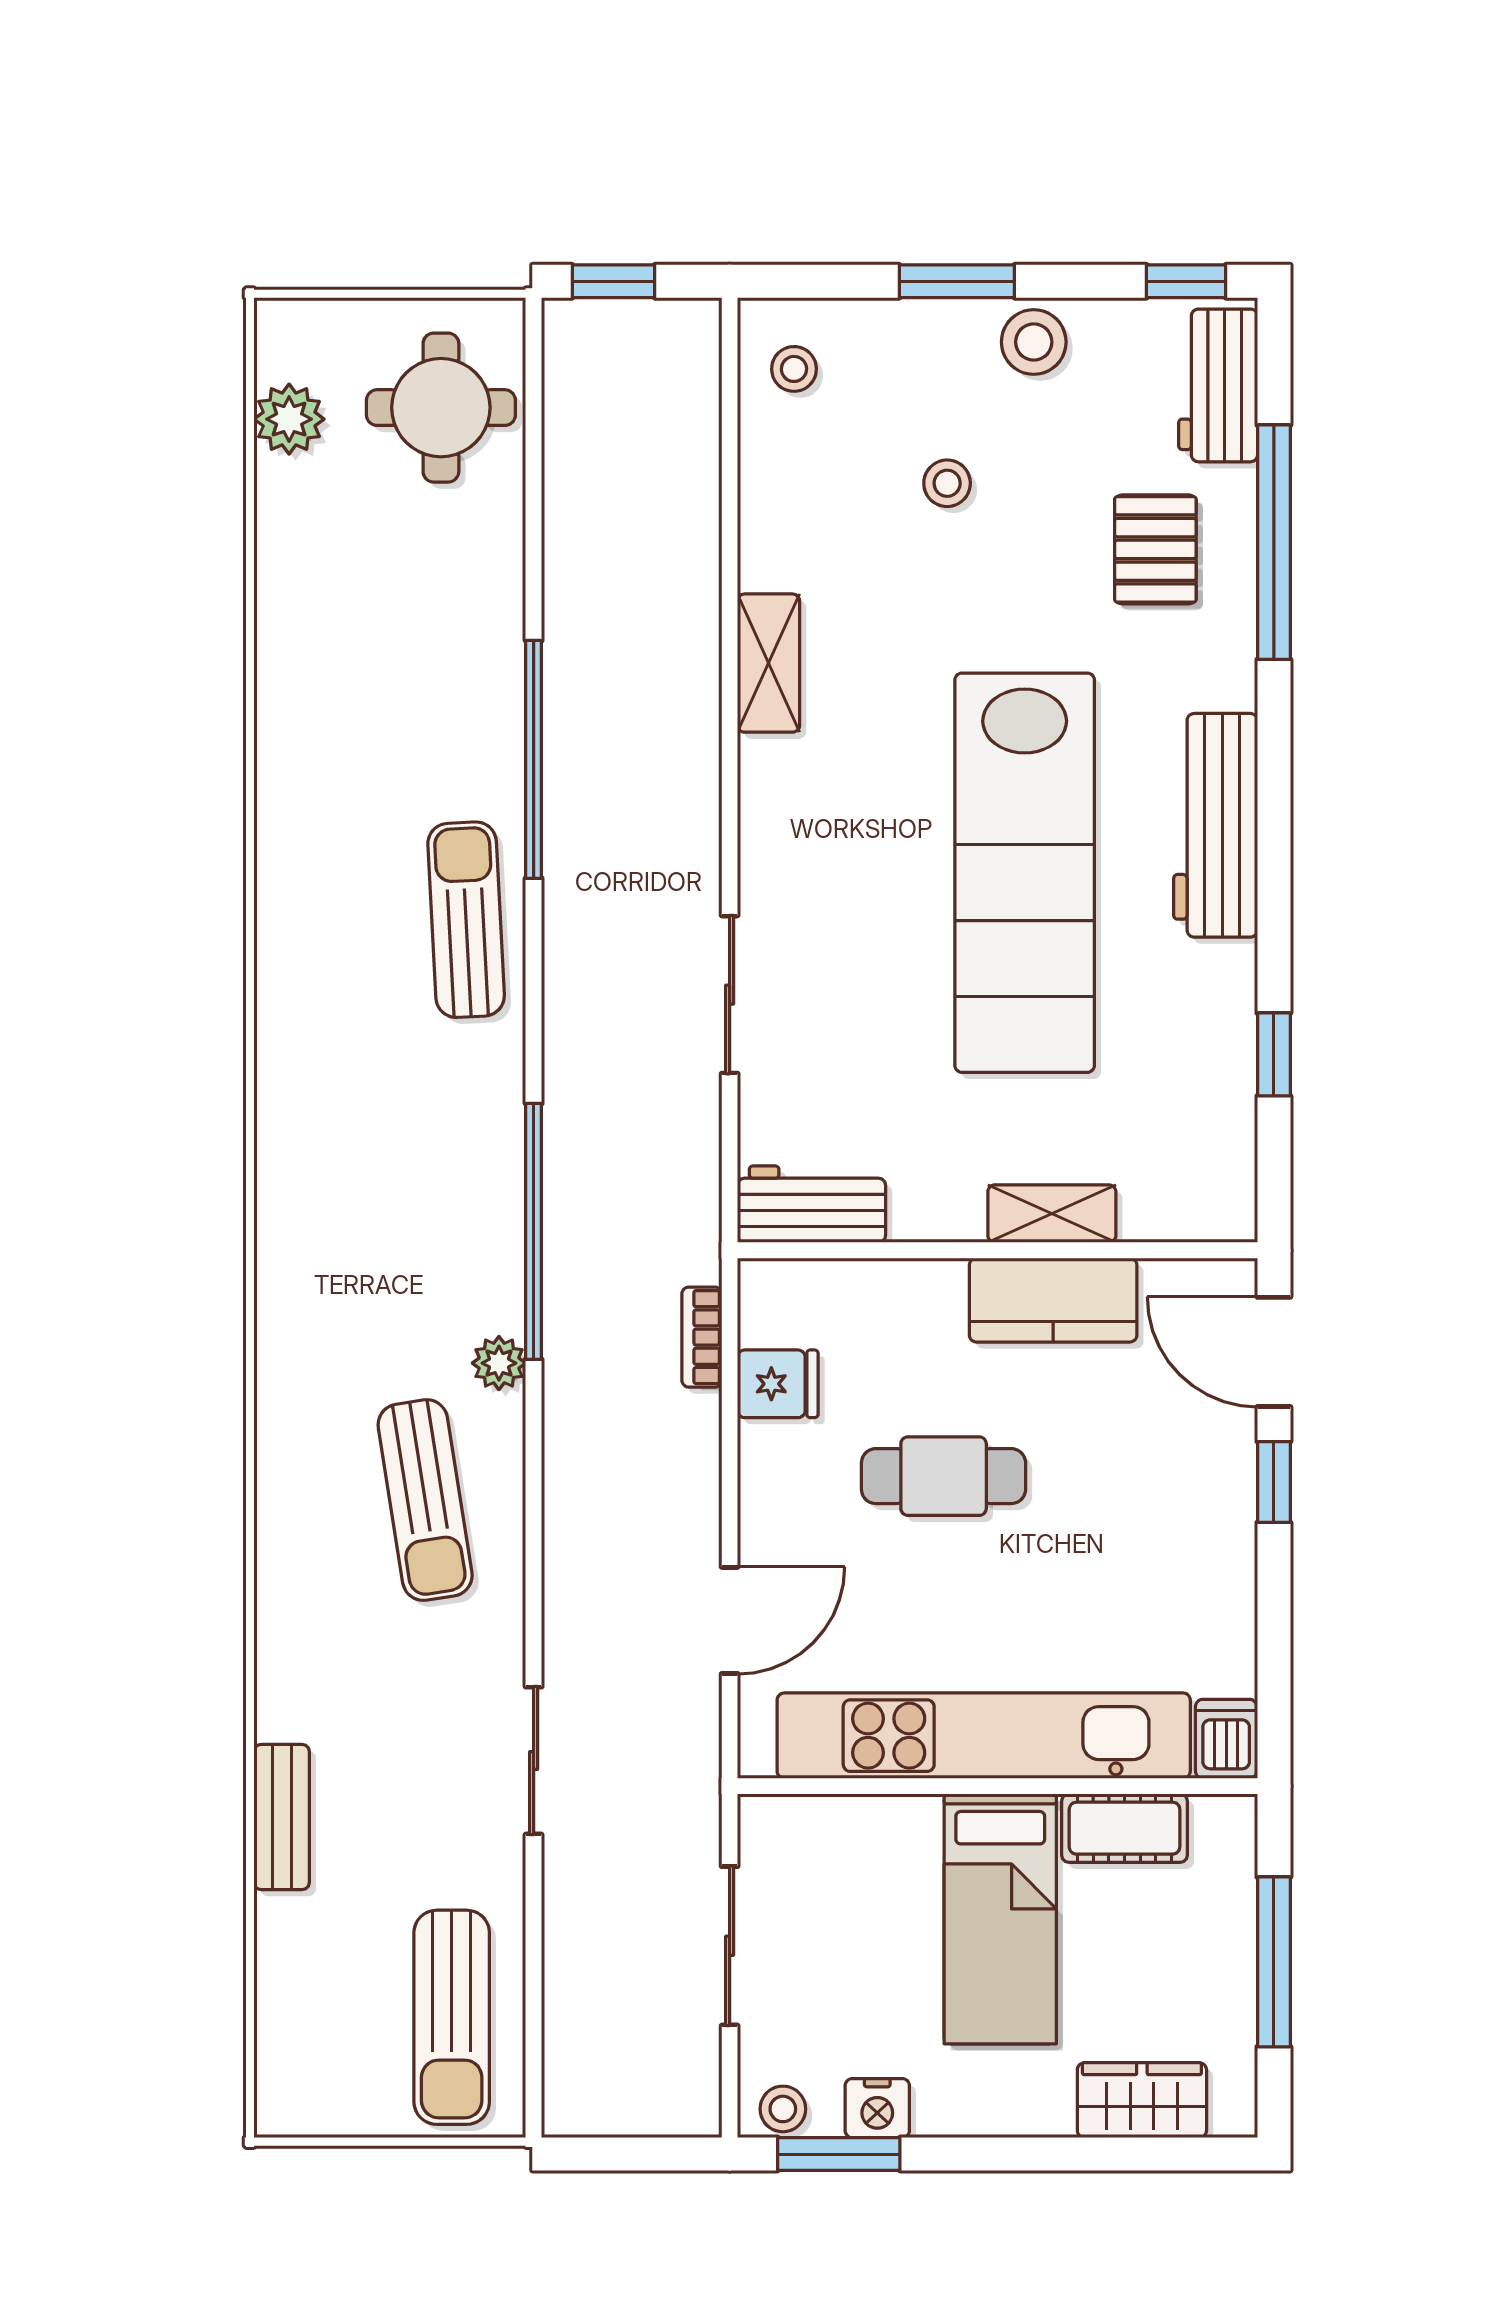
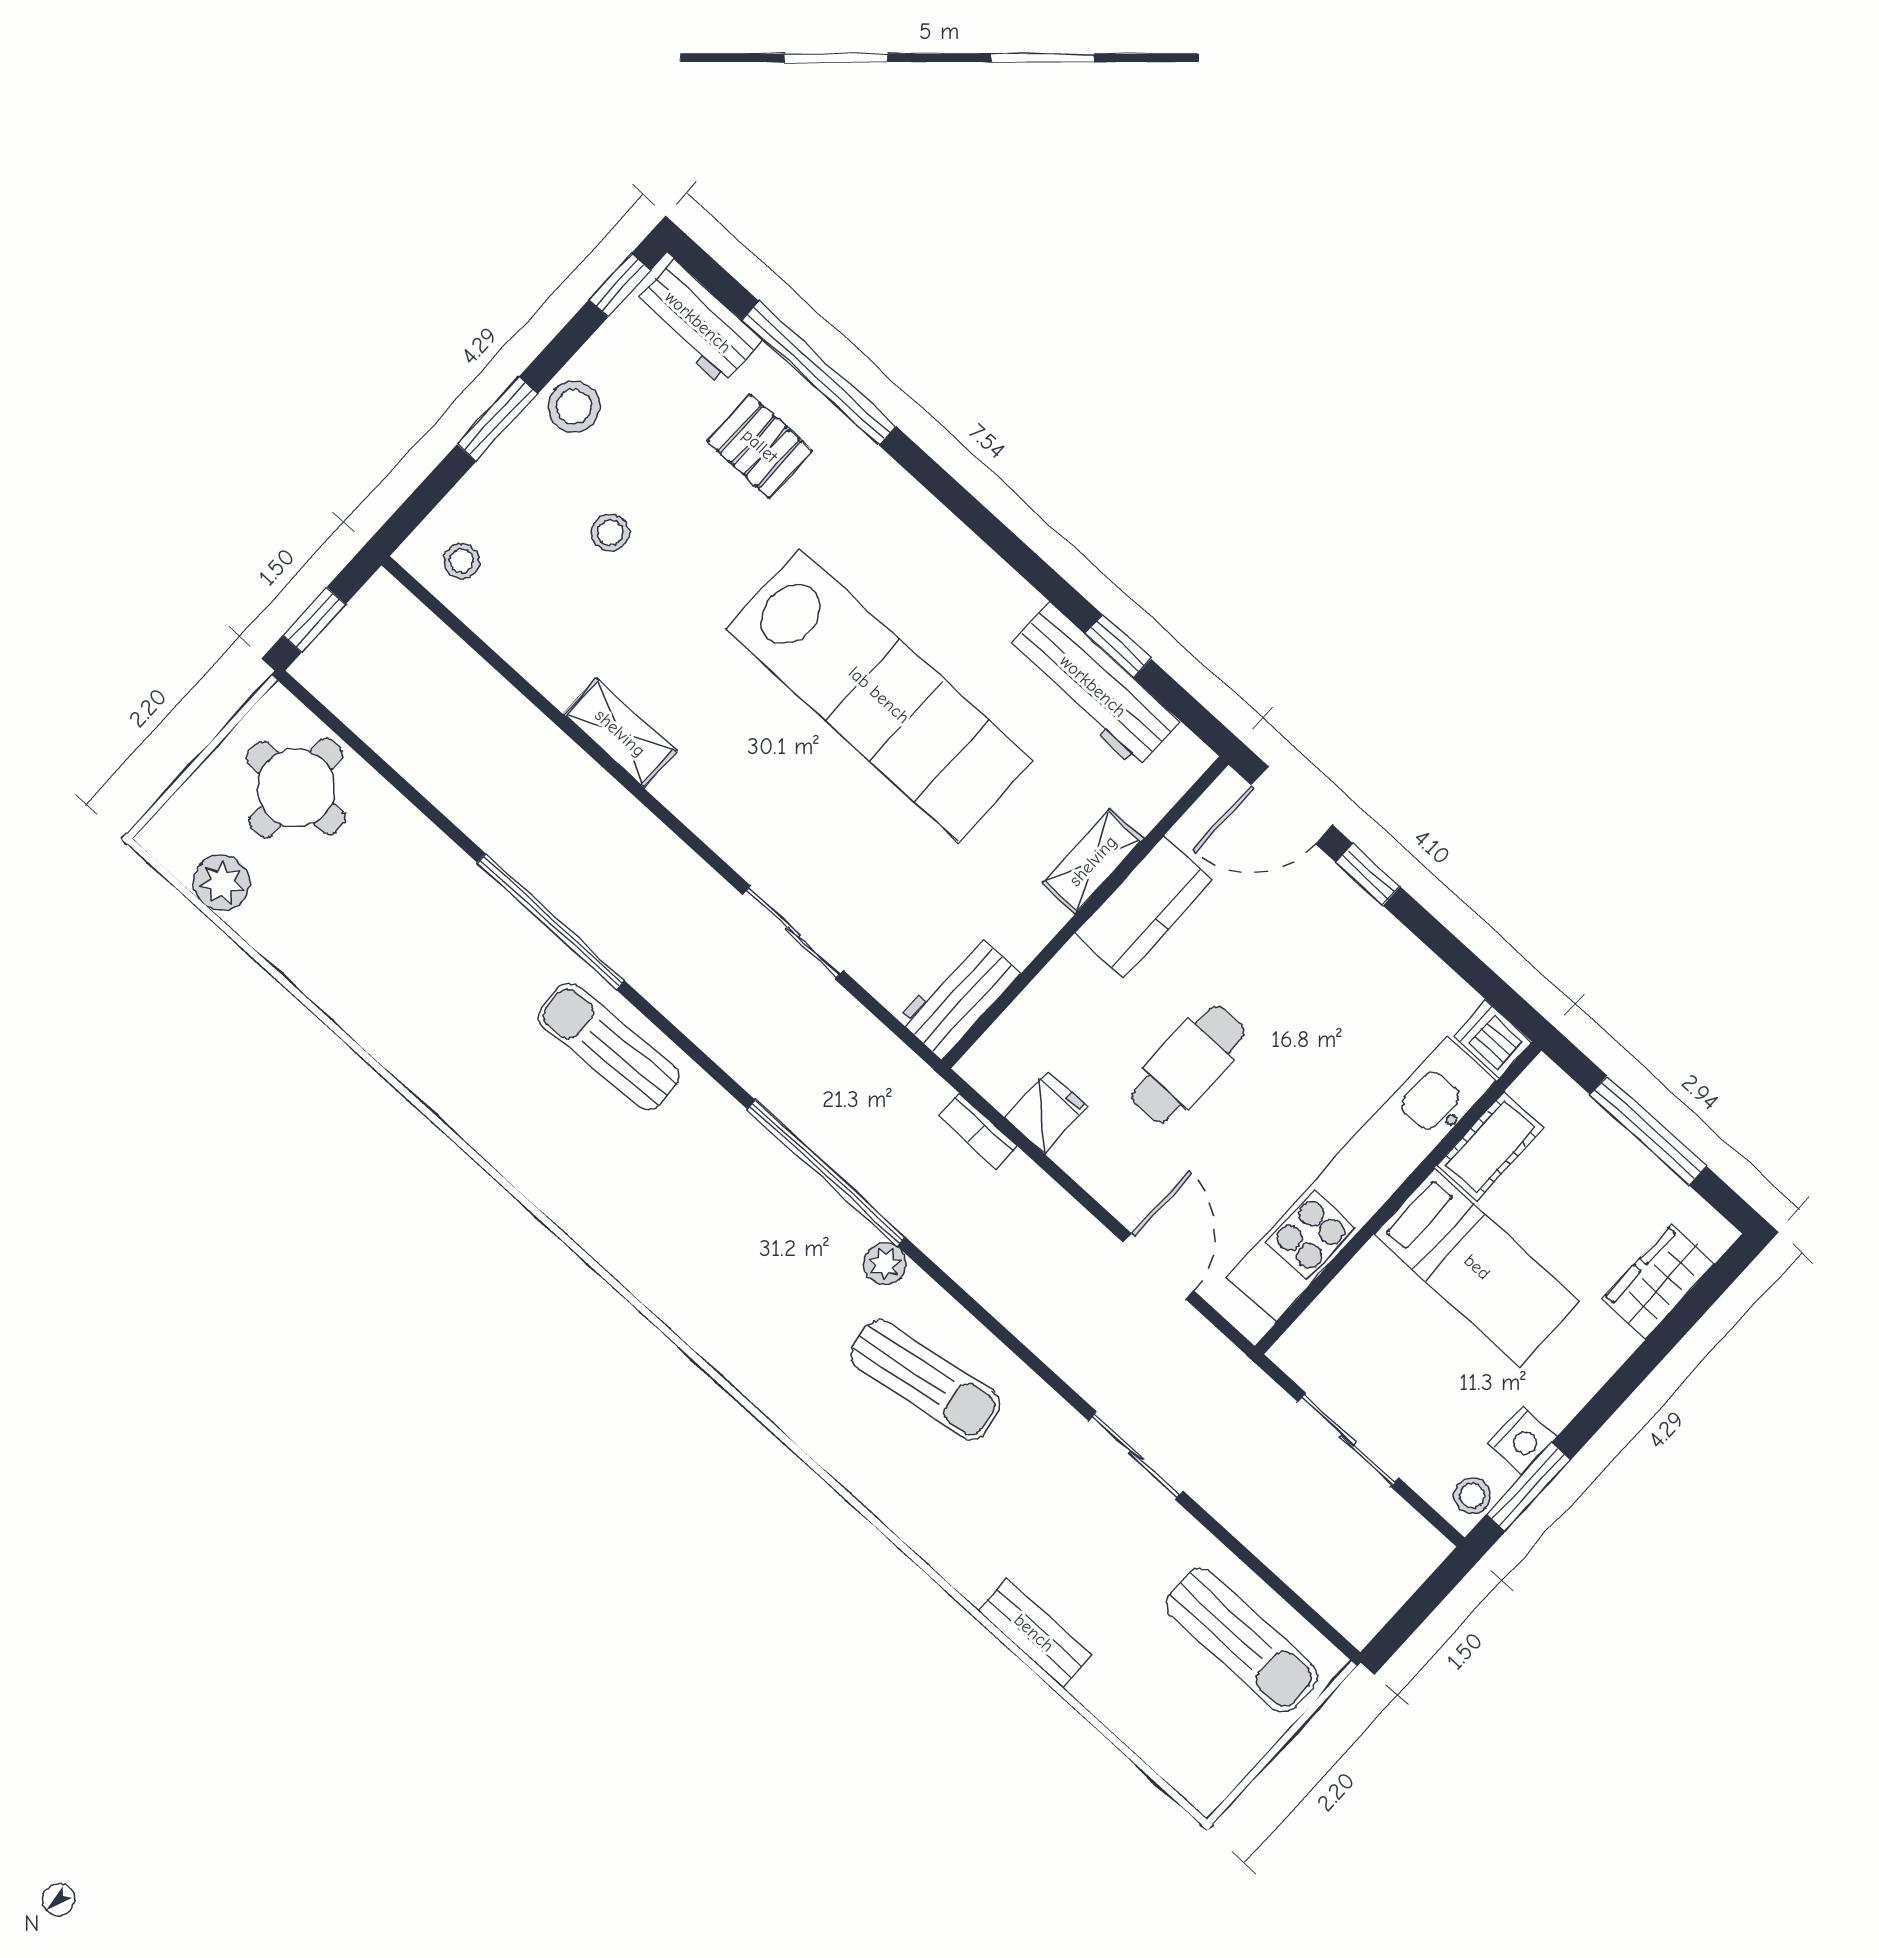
workbench: (1216, 825) -> (1093, 686), moved

